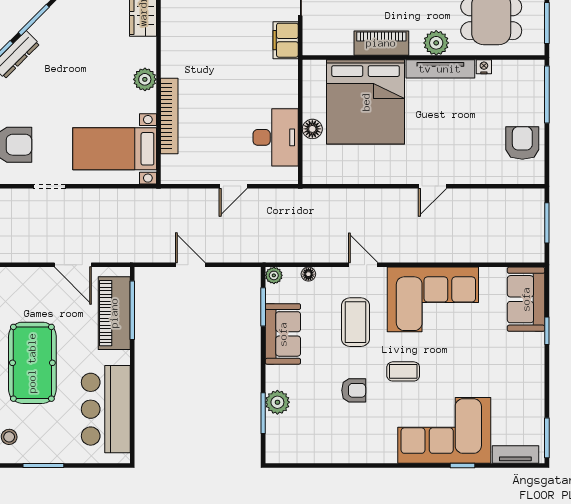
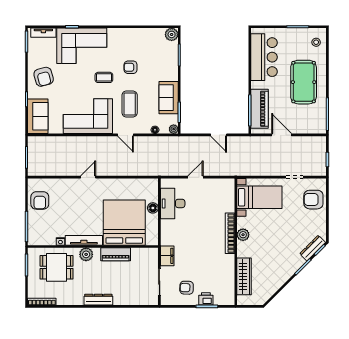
bookcase: (169, 116) -> (230, 233), moved
armchair: (515, 373) -> (44, 77), added
plant: (277, 402) -> (172, 34), moved

